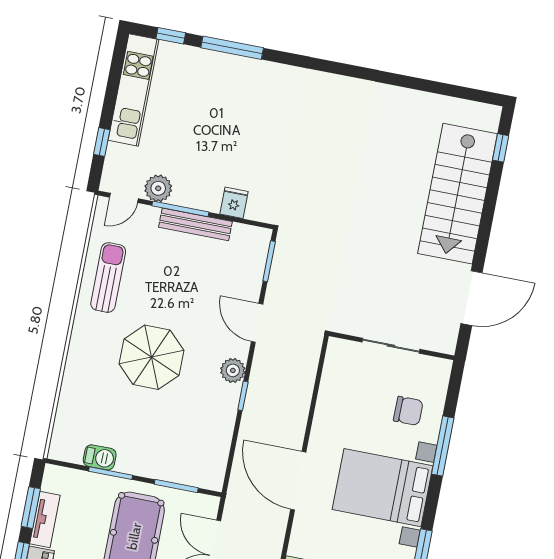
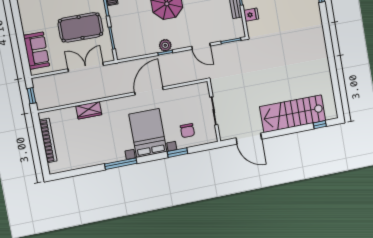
door: (257, 323) -> (201, 46), swing flipped
plant: (233, 370) -> (165, 45), moved
window: (443, 446) -> (177, 153), width x0.69
door: (298, 481) -> (149, 91), moved

